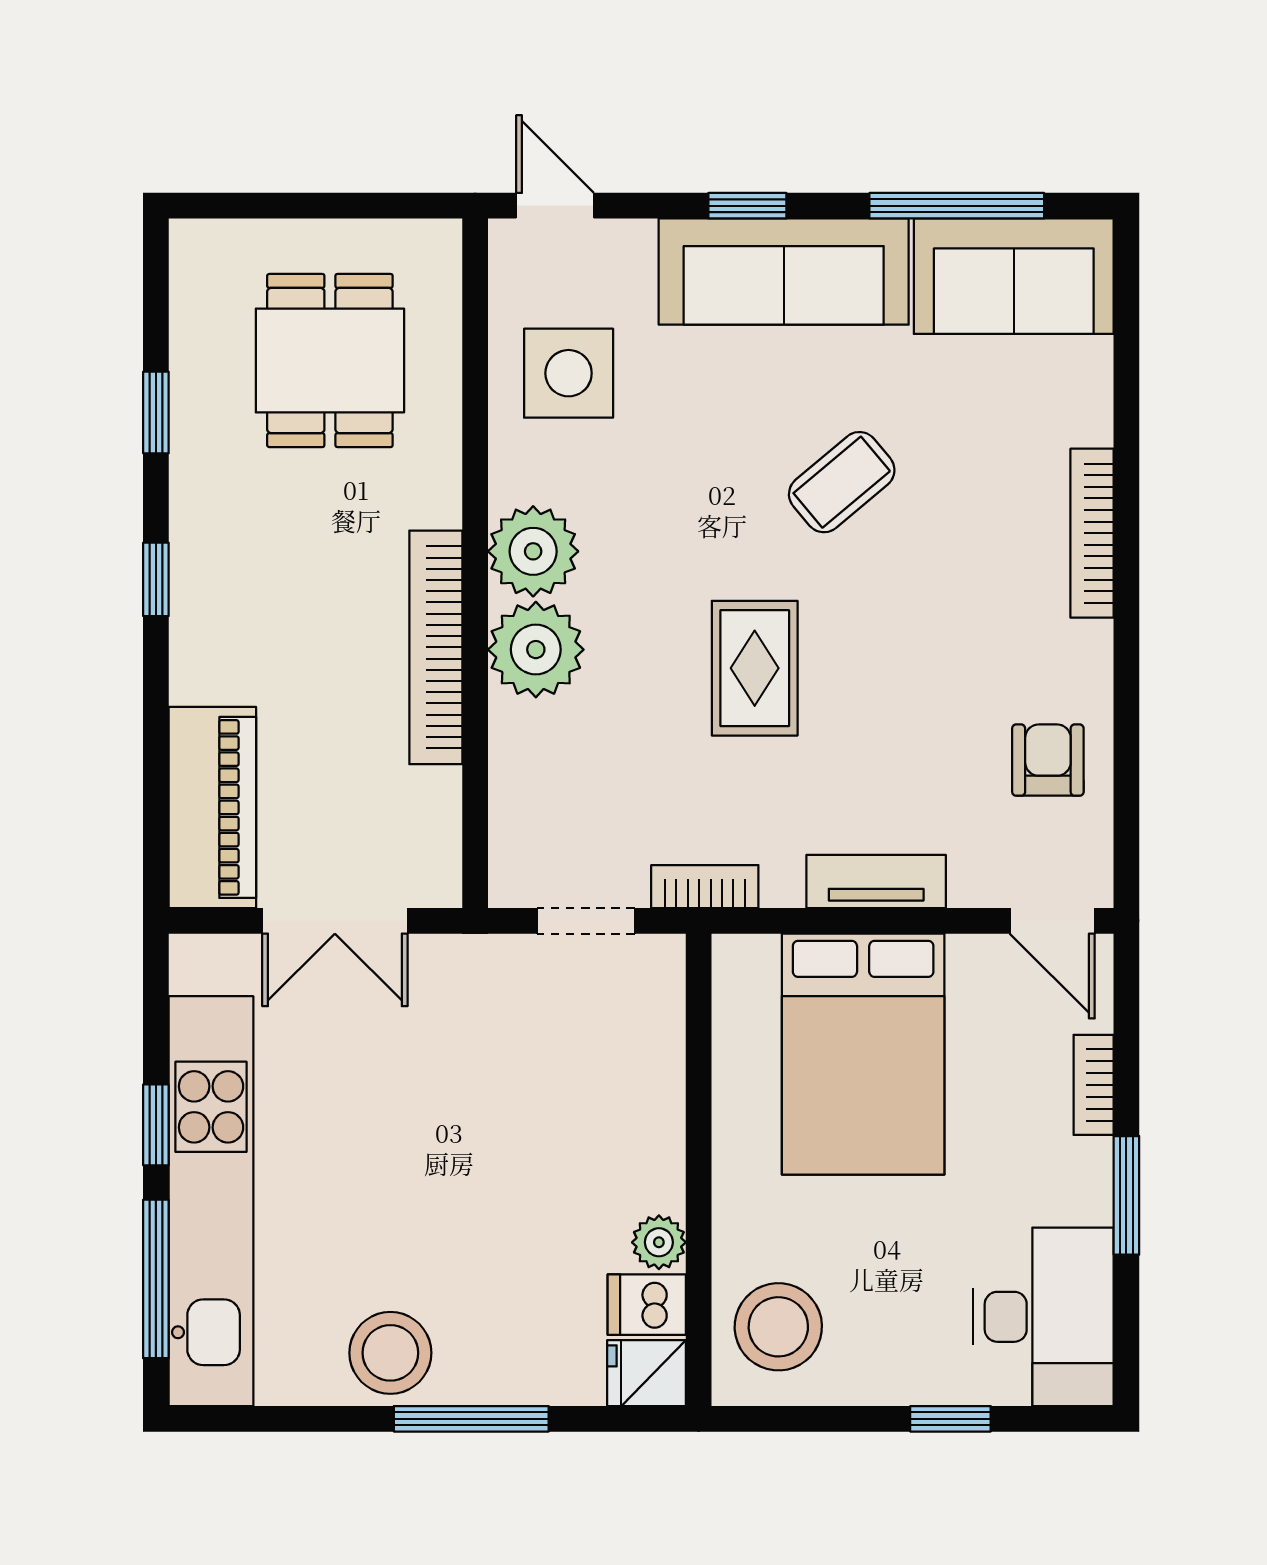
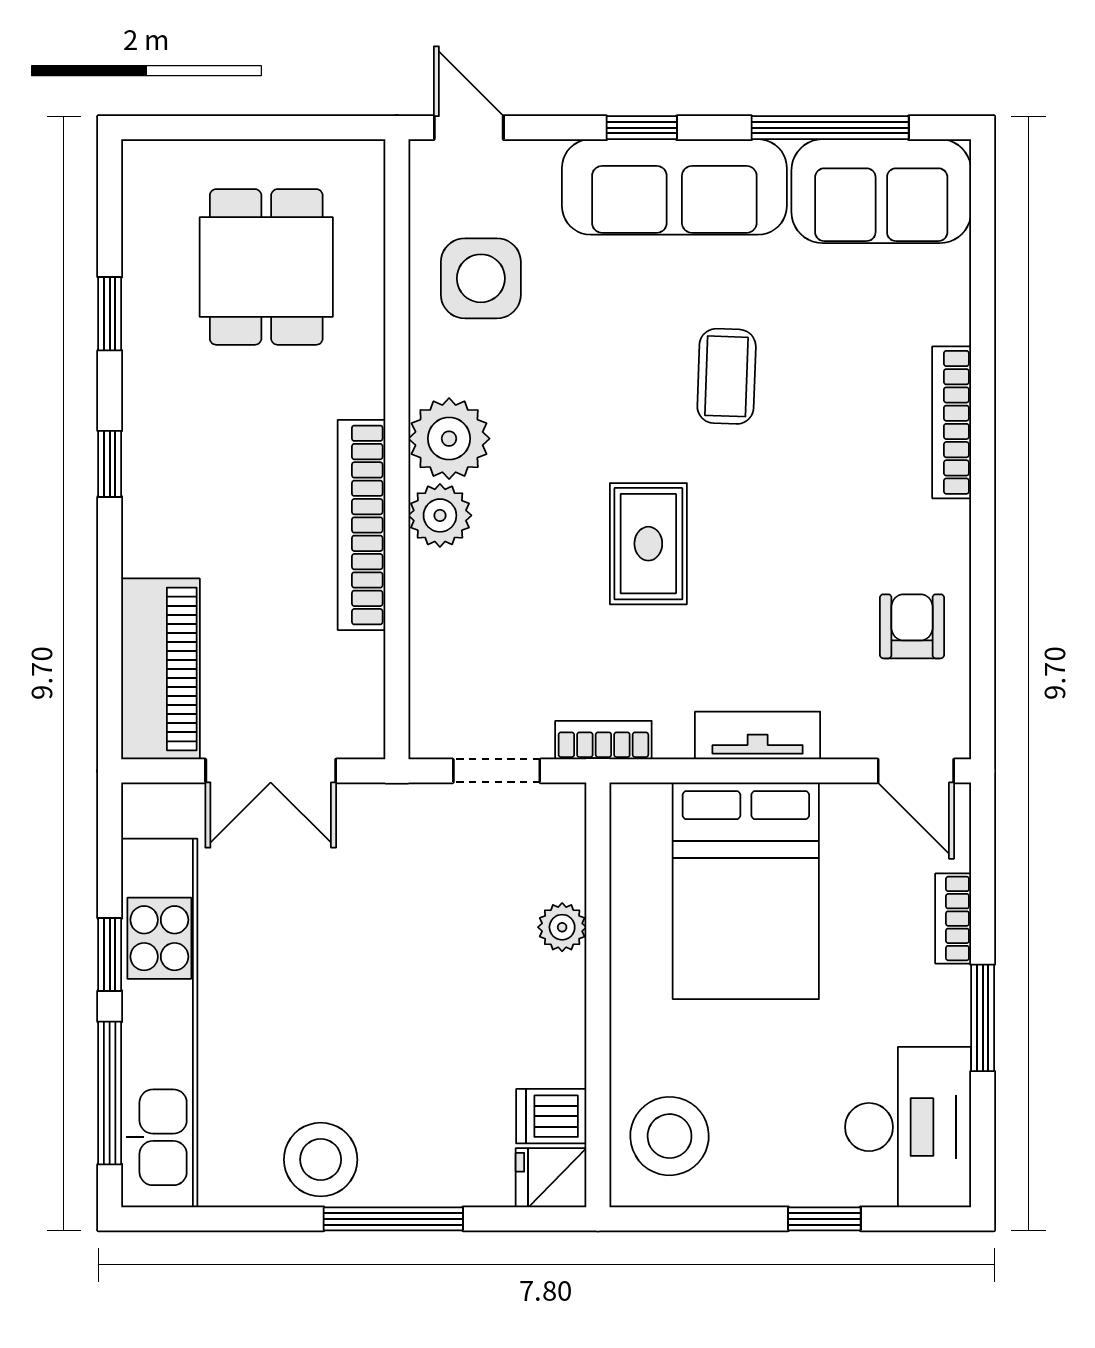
coffee table: (842, 482) -> (727, 376), turned -48
plant: (536, 650) -> (440, 515), width x0.73, depth x0.73
plant: (659, 1242) -> (562, 927), moved

